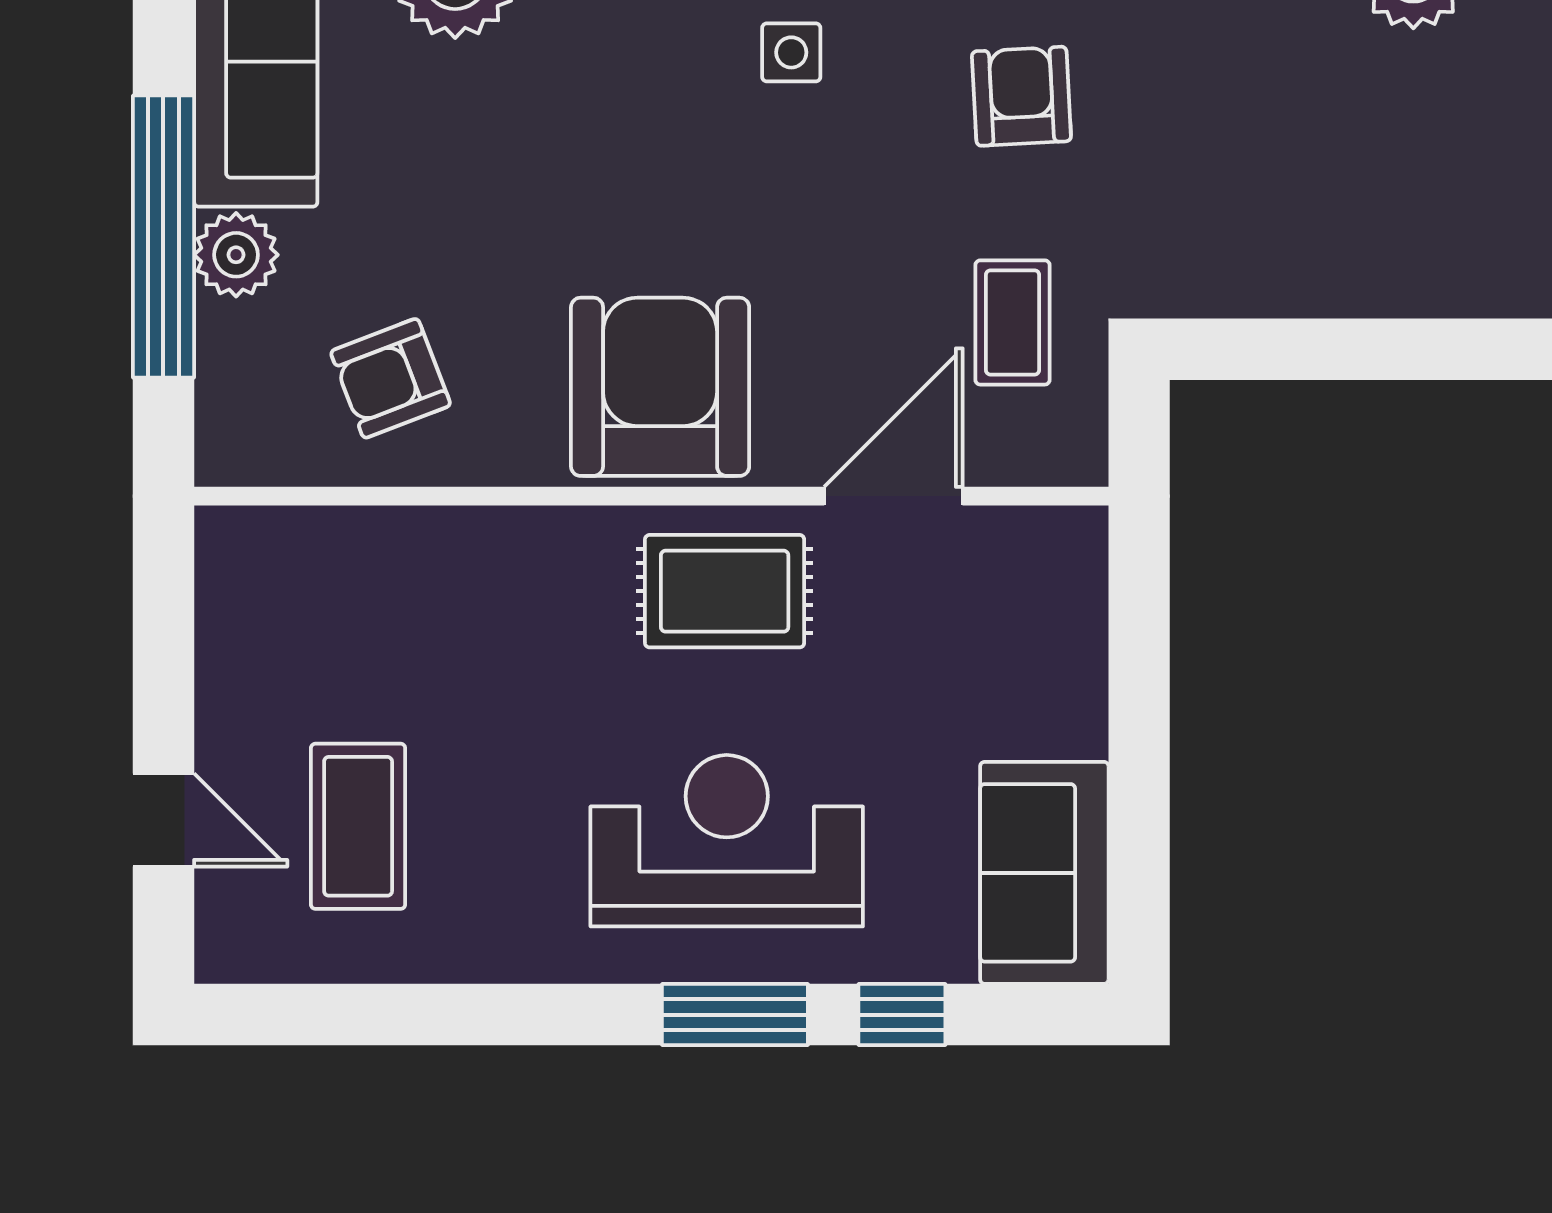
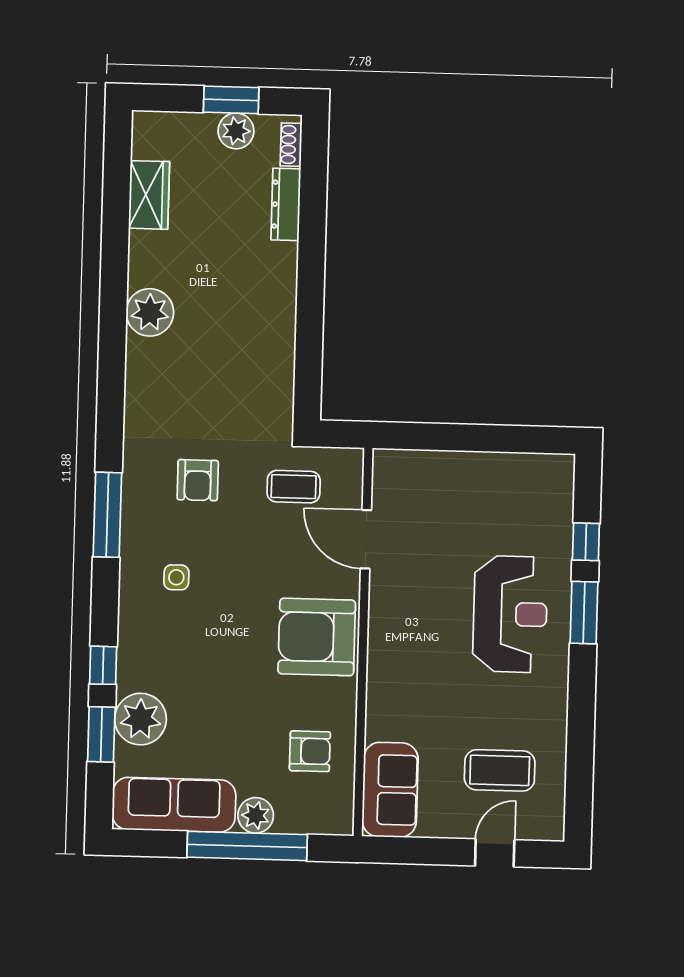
armchair: (1021, 96) -> (198, 480), turned -87
armchair: (391, 378) -> (310, 751), turned -69
rug: (725, 591) -> (404, 612), removed
reception desk: (727, 841) -> (510, 614), turned 180
sofa: (1044, 873) -> (390, 790), moved, turned -90

